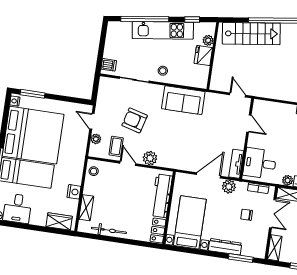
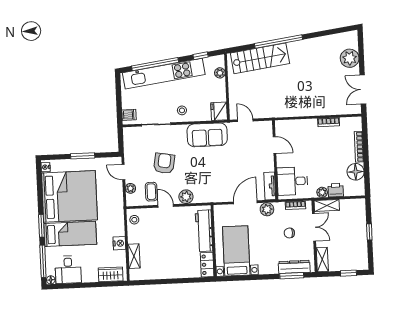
kitchen unit: (163, 30) -> (164, 74), width x1.36
fridge: (203, 56) -> (219, 111), moved
window: (32, 94) -> (83, 156), moved
door: (238, 95) -> (245, 120), moved
armchair: (135, 120) -> (164, 163), turned 85
bicycle: (109, 230) -> (160, 274), removed
dresser: (225, 247) -> (294, 267), moved

